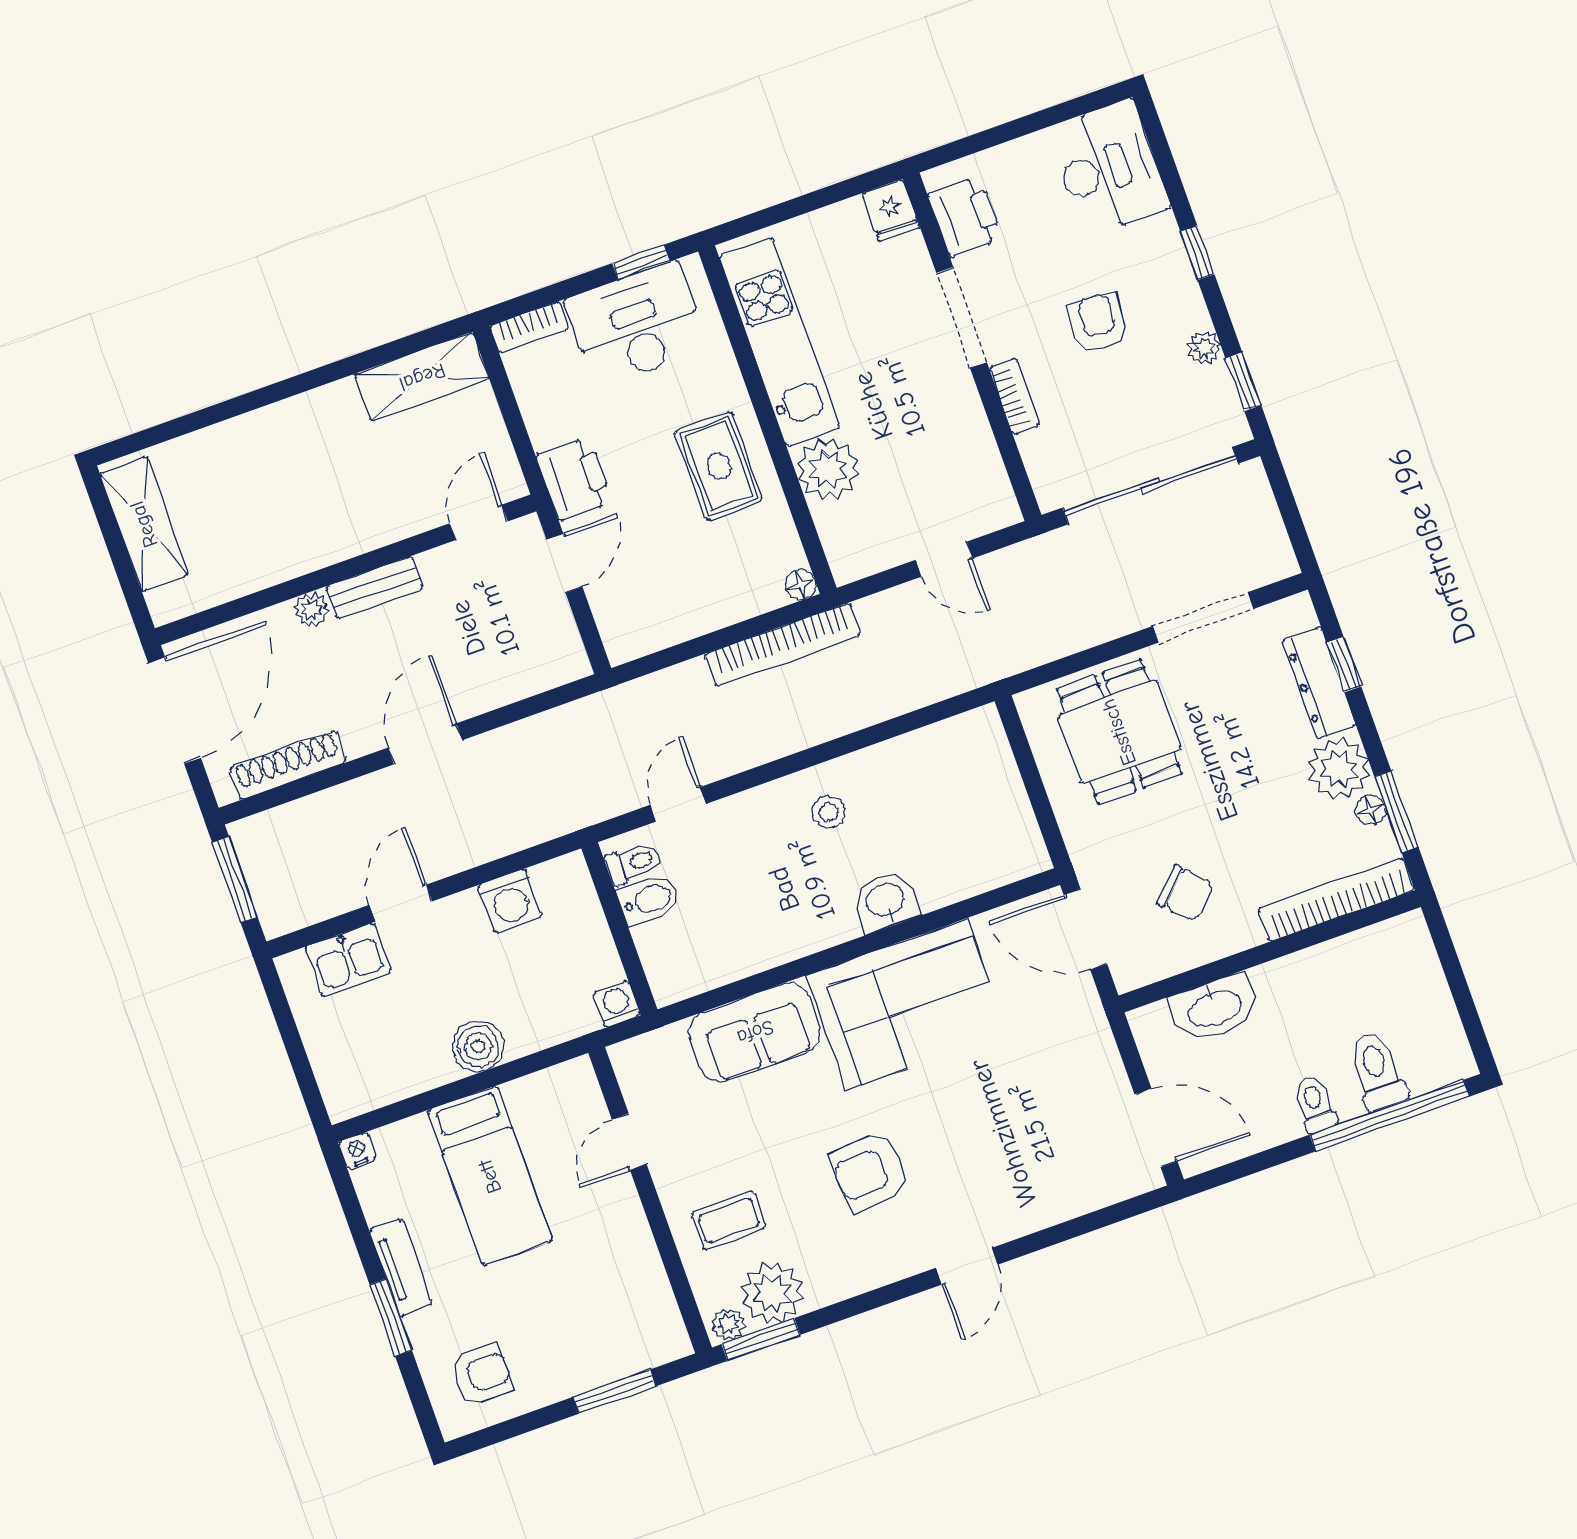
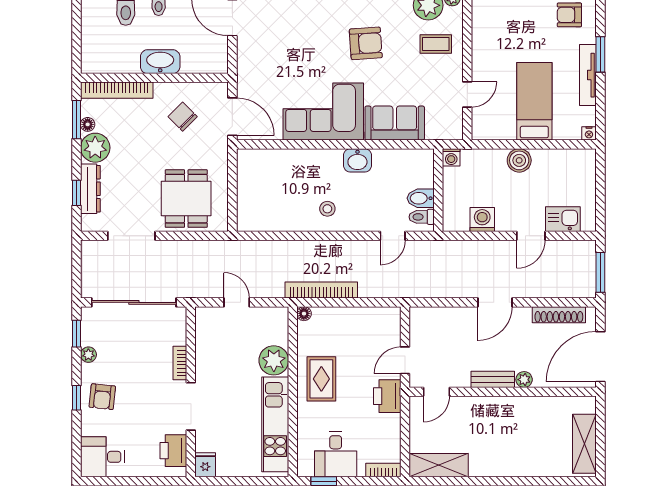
desk: (1108, 168) -> (102, 457), width x0.73
armchair: (1098, 322) -> (102, 397), moved
desk: (636, 324) -> (336, 454), width x0.73
washbasin: (886, 901) -> (357, 160), moved
washbasin: (1214, 1008) -> (160, 62), moved
tv unit: (401, 1267) -> (588, 75), width x1.41

